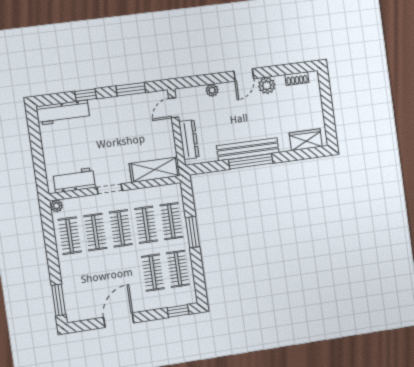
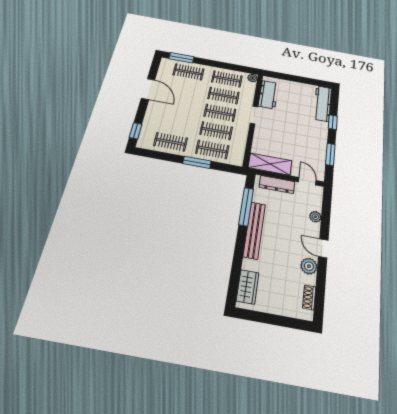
window: (251, 161) -> (246, 207), moved
shelving: (155, 170) -> (270, 164), moved, turned 90
clothes rail: (153, 273) -> (189, 72), moved

